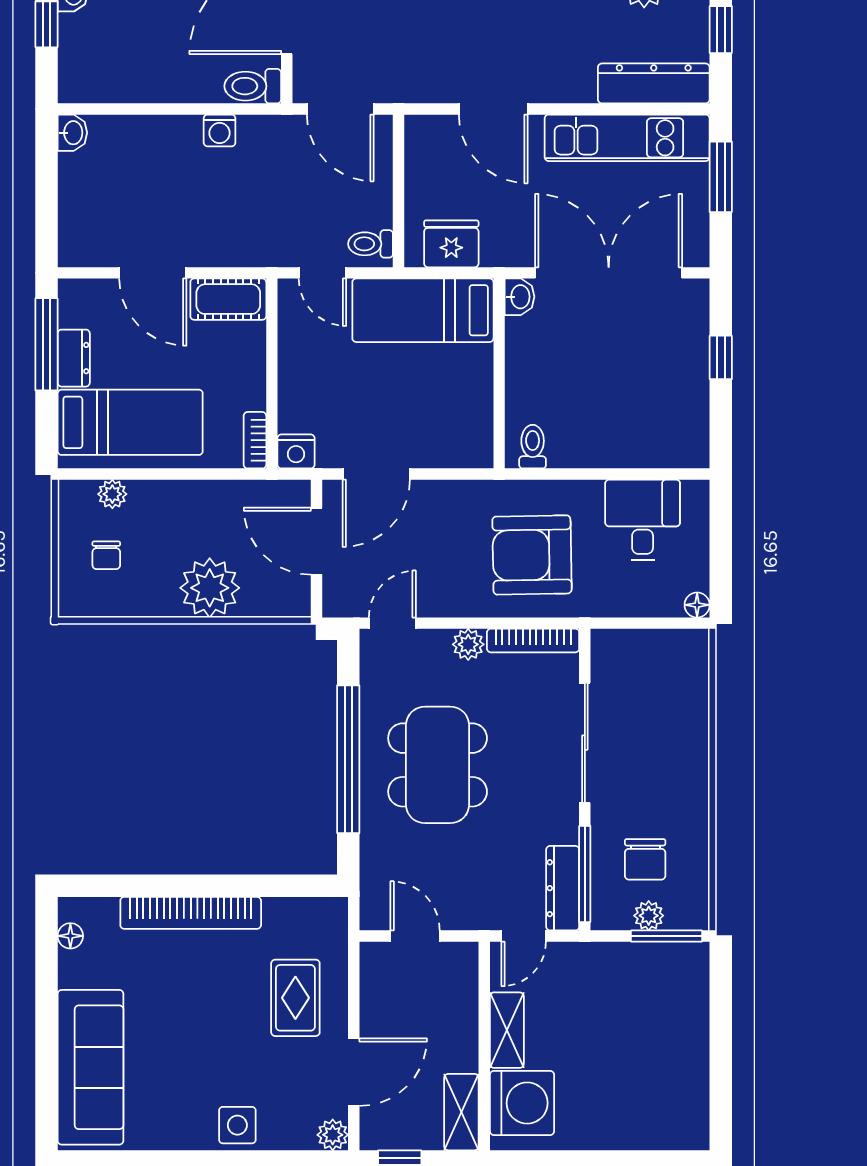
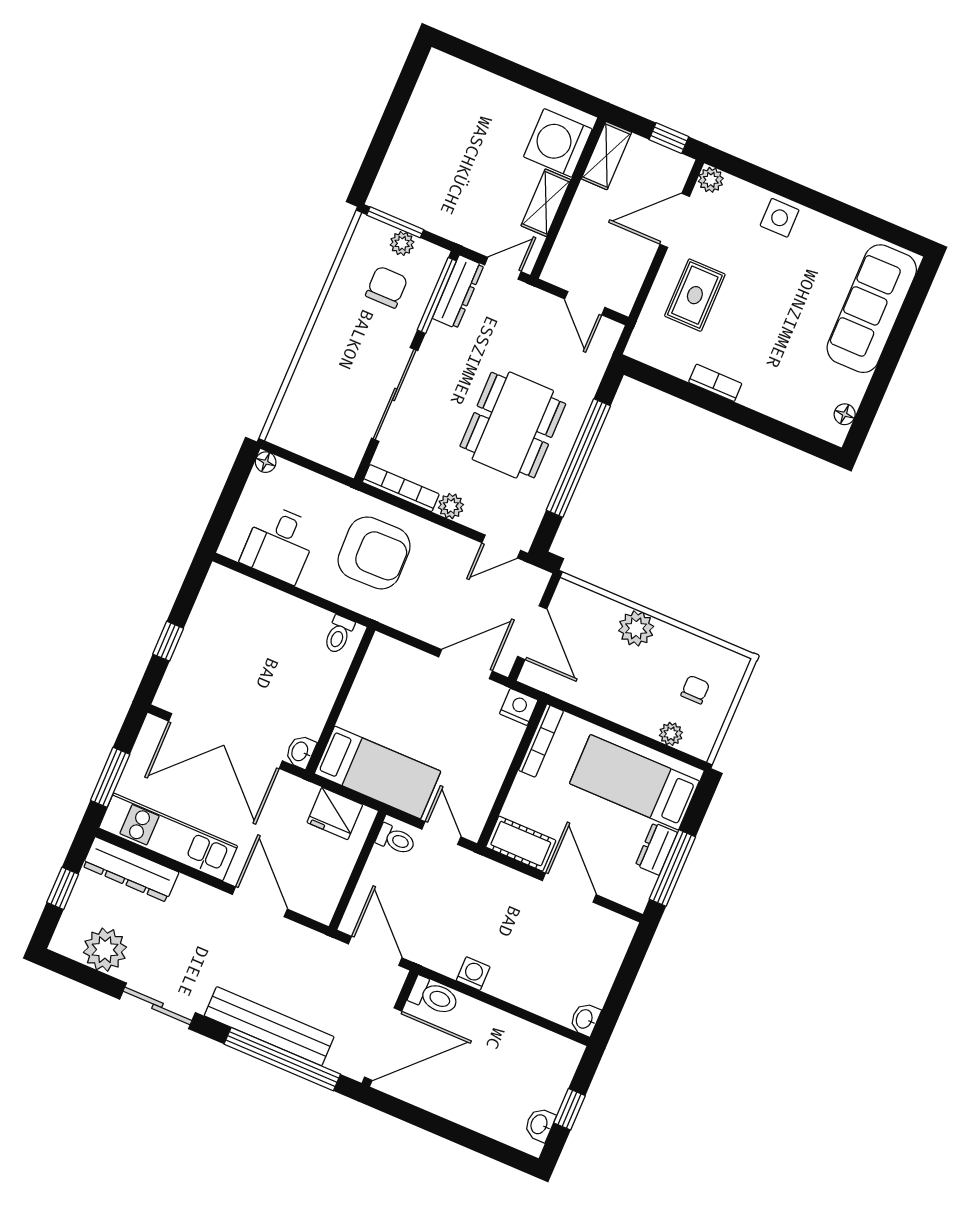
bookcase: (255, 440) -> (541, 741), width x1.56
plant: (210, 588) -> (636, 628), width x0.73, depth x0.73
bookcase: (191, 913) -> (715, 383), width x0.43, depth x0.76

